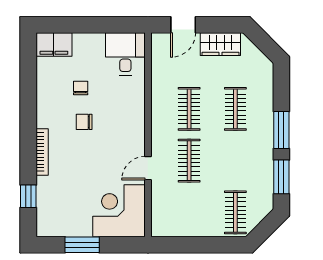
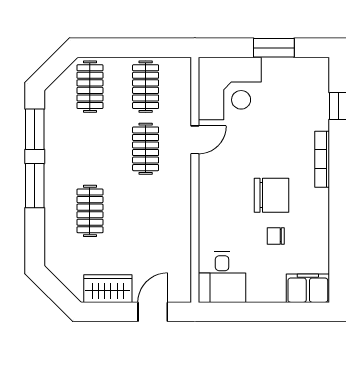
chair: (81, 88) -> (276, 236), turned 90
clothes rail: (189, 109) -> (146, 87), moved
chair: (84, 122) -> (272, 195), width x1.87, depth x1.87

